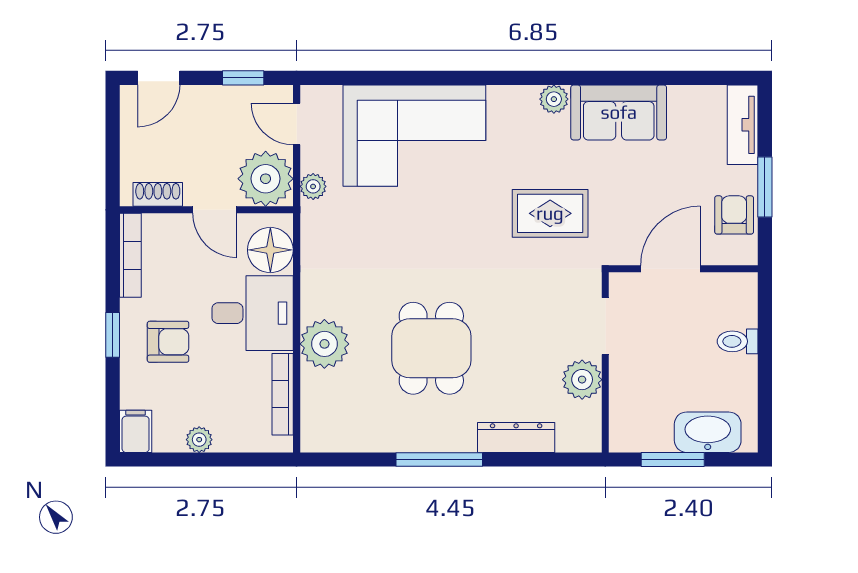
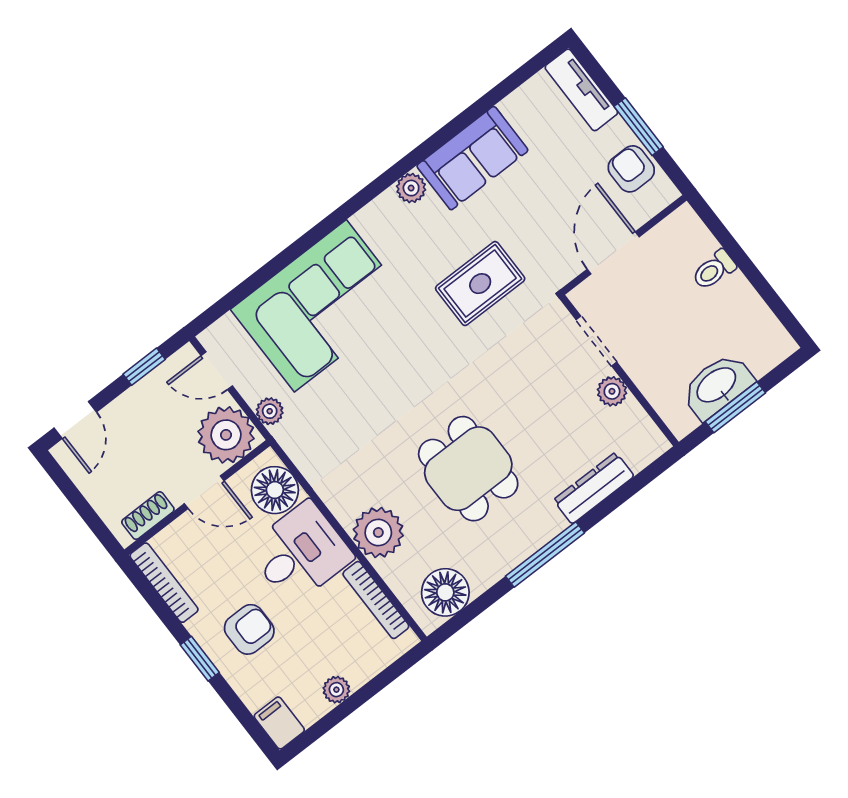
plant: (582, 380) -> (612, 391), width x0.73, depth x0.73
floor lamp: (340, 430) -> (445, 592), added
washbasin: (708, 432) -> (717, 386), moved

